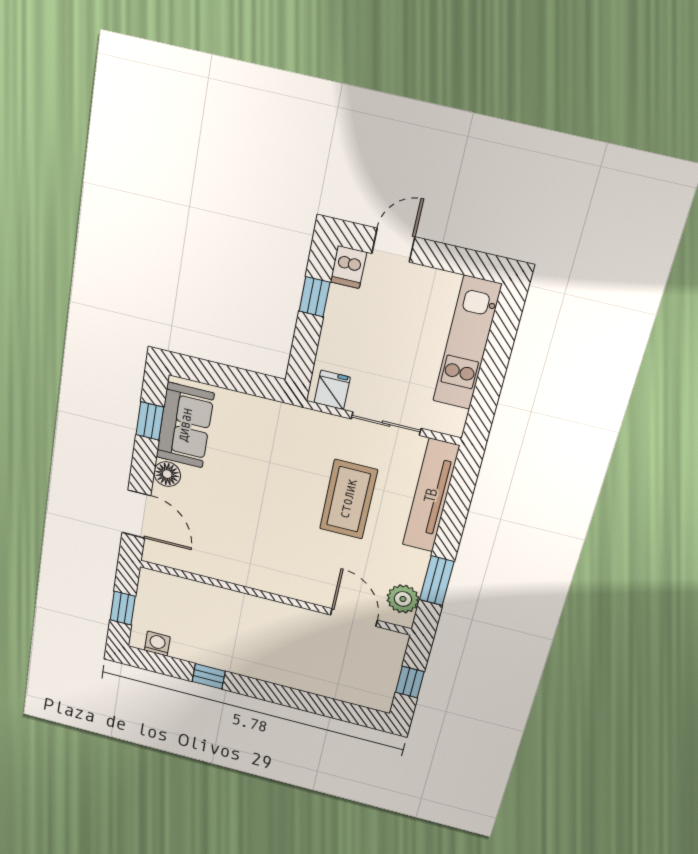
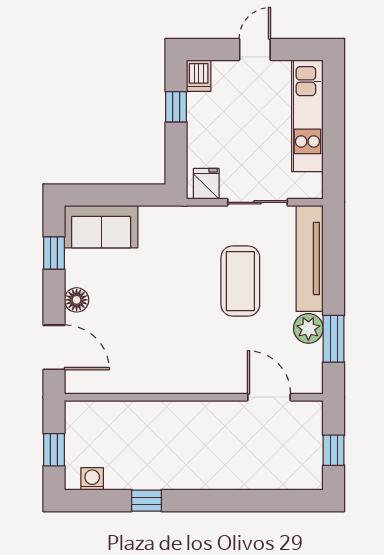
door: (393, 245) -> (255, 49), moved
sofa: (185, 425) -> (101, 227), moved, turned 90
plant: (403, 599) -> (308, 328), moved

